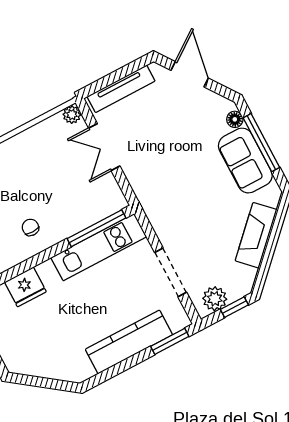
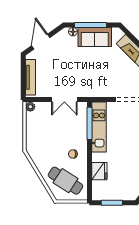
door: (190, 74) -> (41, 42), hinge flipped
double door: (104, 147) -> (64, 100), moved

